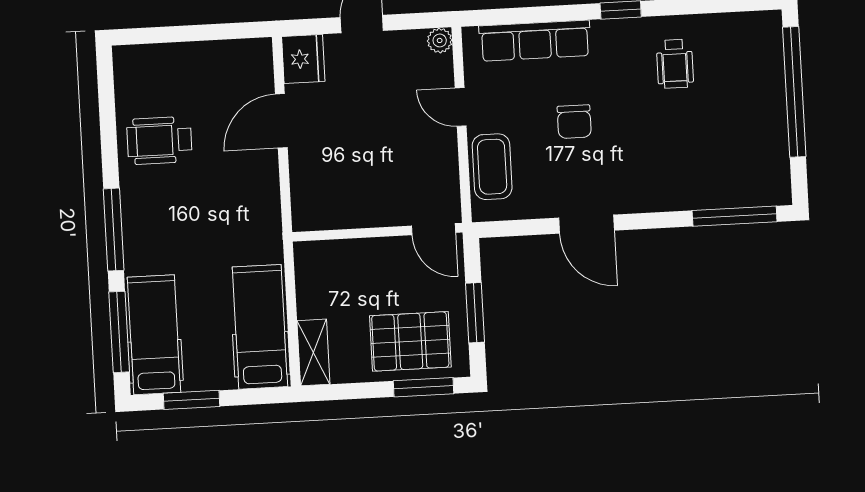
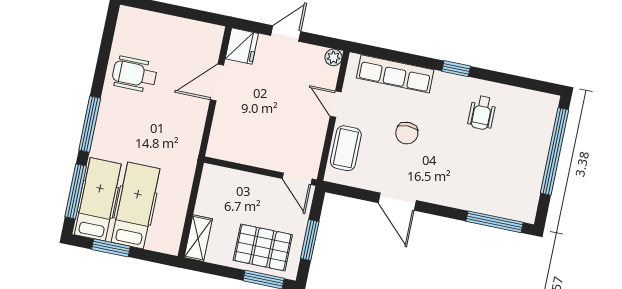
hospital bed: (260, 327) -> (135, 206), moved

